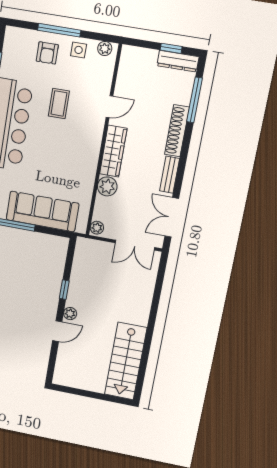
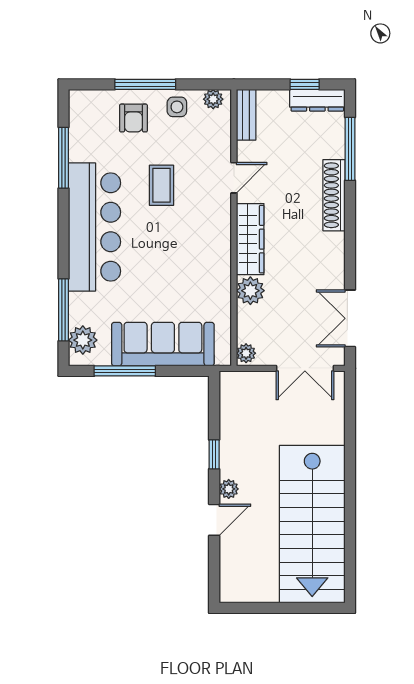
bench: (170, 175) -> (246, 115), moved
stairs: (126, 361) -> (312, 524), width x1.36, depth x1.51

